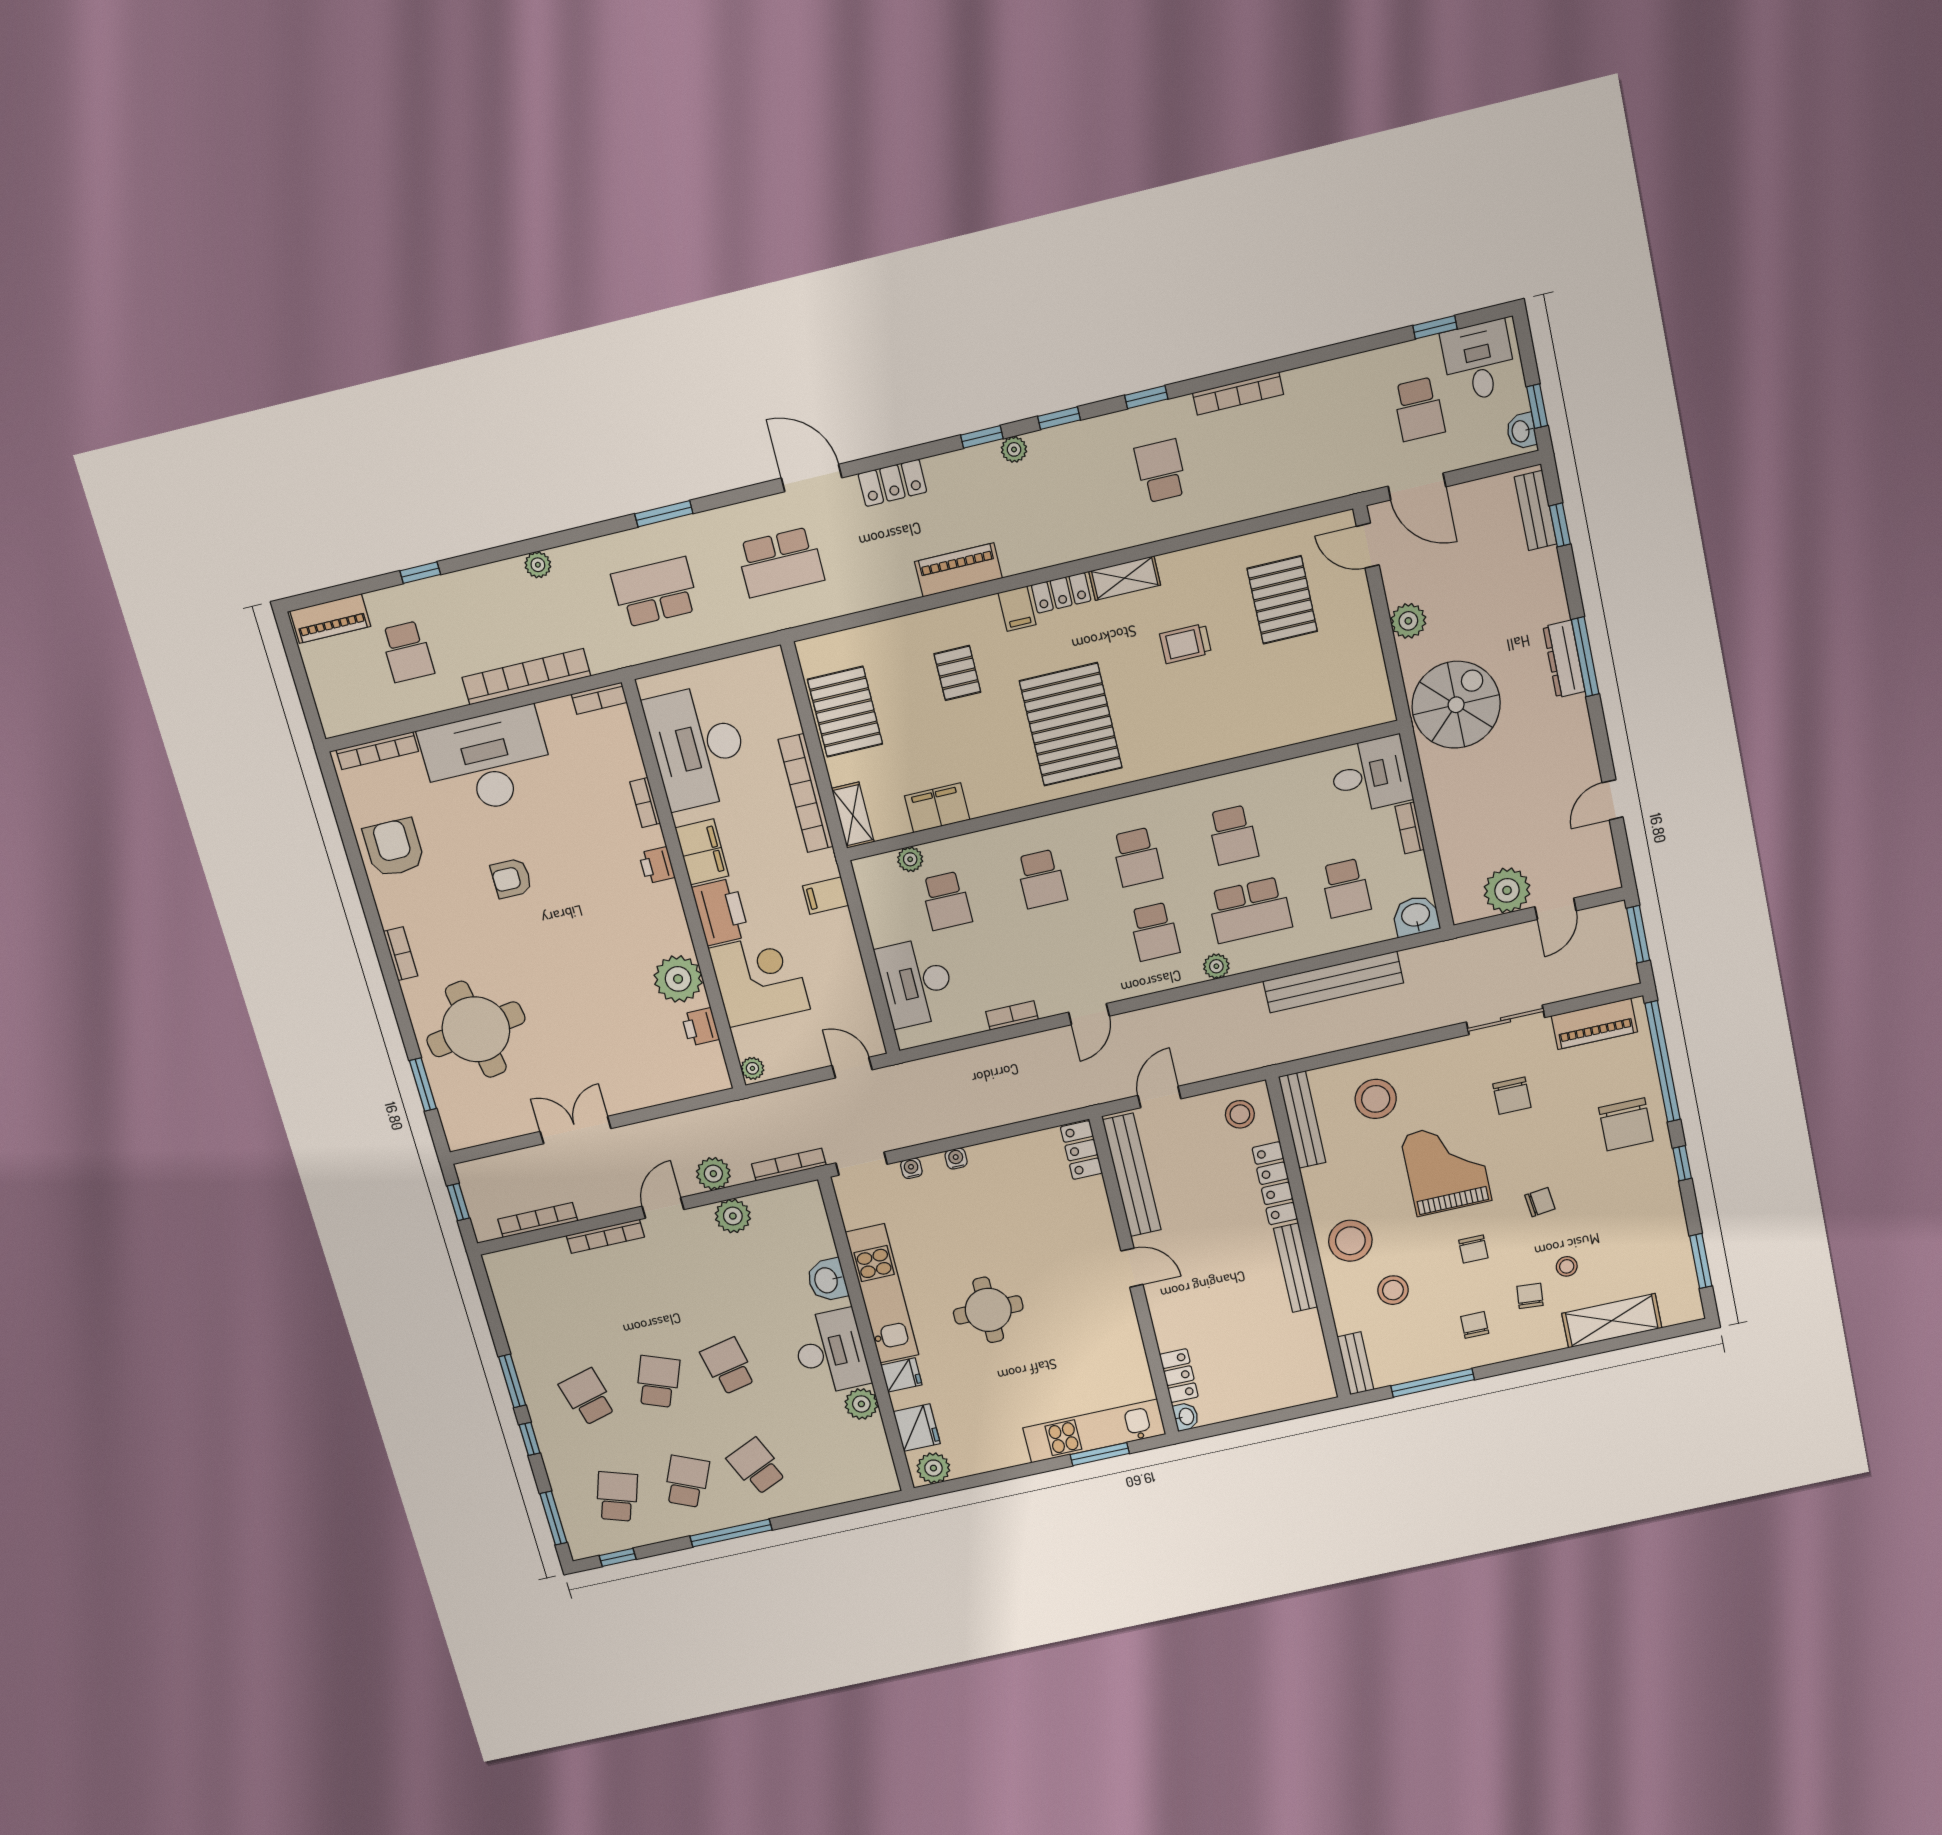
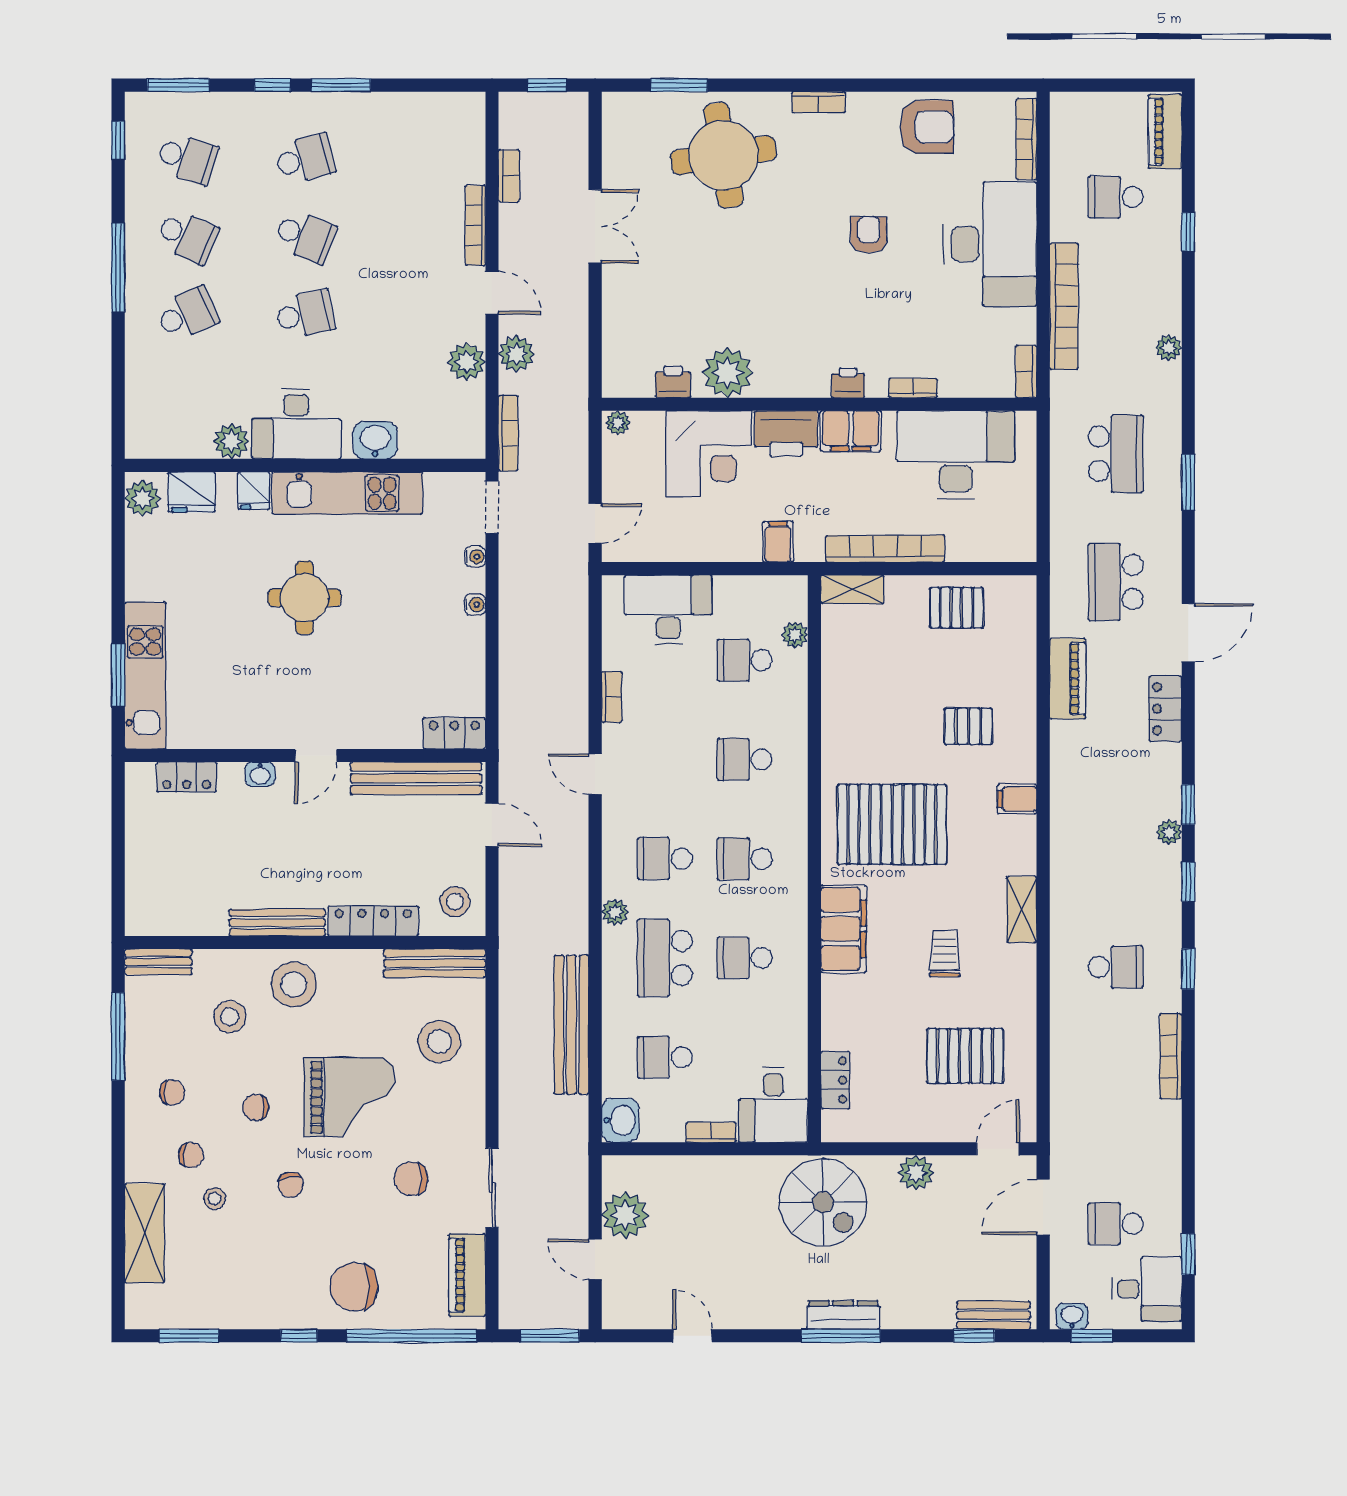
piano: (958, 570) -> (1068, 679), moved
locker: (1061, 593) -> (835, 1080), moved, turned 180
pallet: (845, 712) -> (956, 608), width x0.67, depth x0.71
filing cabinet: (937, 808) -> (843, 929), moved, width x1.50, depth x1.17
bookcase: (538, 1220) -> (509, 176), width x0.64
washbasin: (1186, 1417) -> (260, 774), moved

